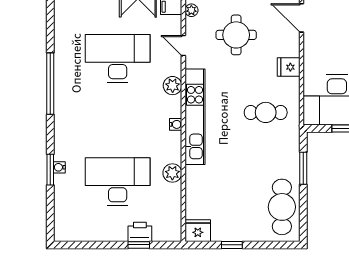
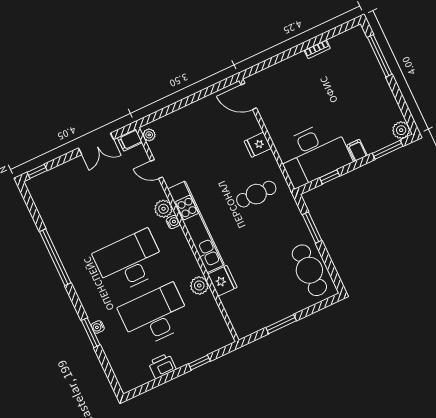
round table: (236, 35) -> (198, 138), removed
desk: (118, 59) -> (130, 262), moved
water cooler: (176, 124) -> (173, 222), moved
fridge: (198, 231) -> (222, 281), moved, turned 90
printer: (140, 232) -> (162, 366), moved
window: (232, 245) -> (281, 324), width x1.50

